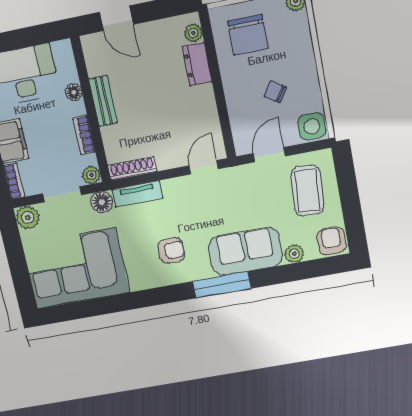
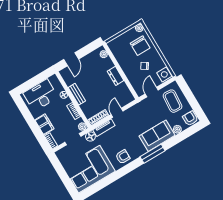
door: (116, 18) -> (71, 59), hinge flipped
chair: (248, 35) -> (140, 46), moved
dresser: (197, 64) -> (116, 76), moved
door: (204, 167) -> (117, 113), moved
plant: (28, 218) -> (62, 154), removed
armchair: (171, 250) -> (123, 157), moved

